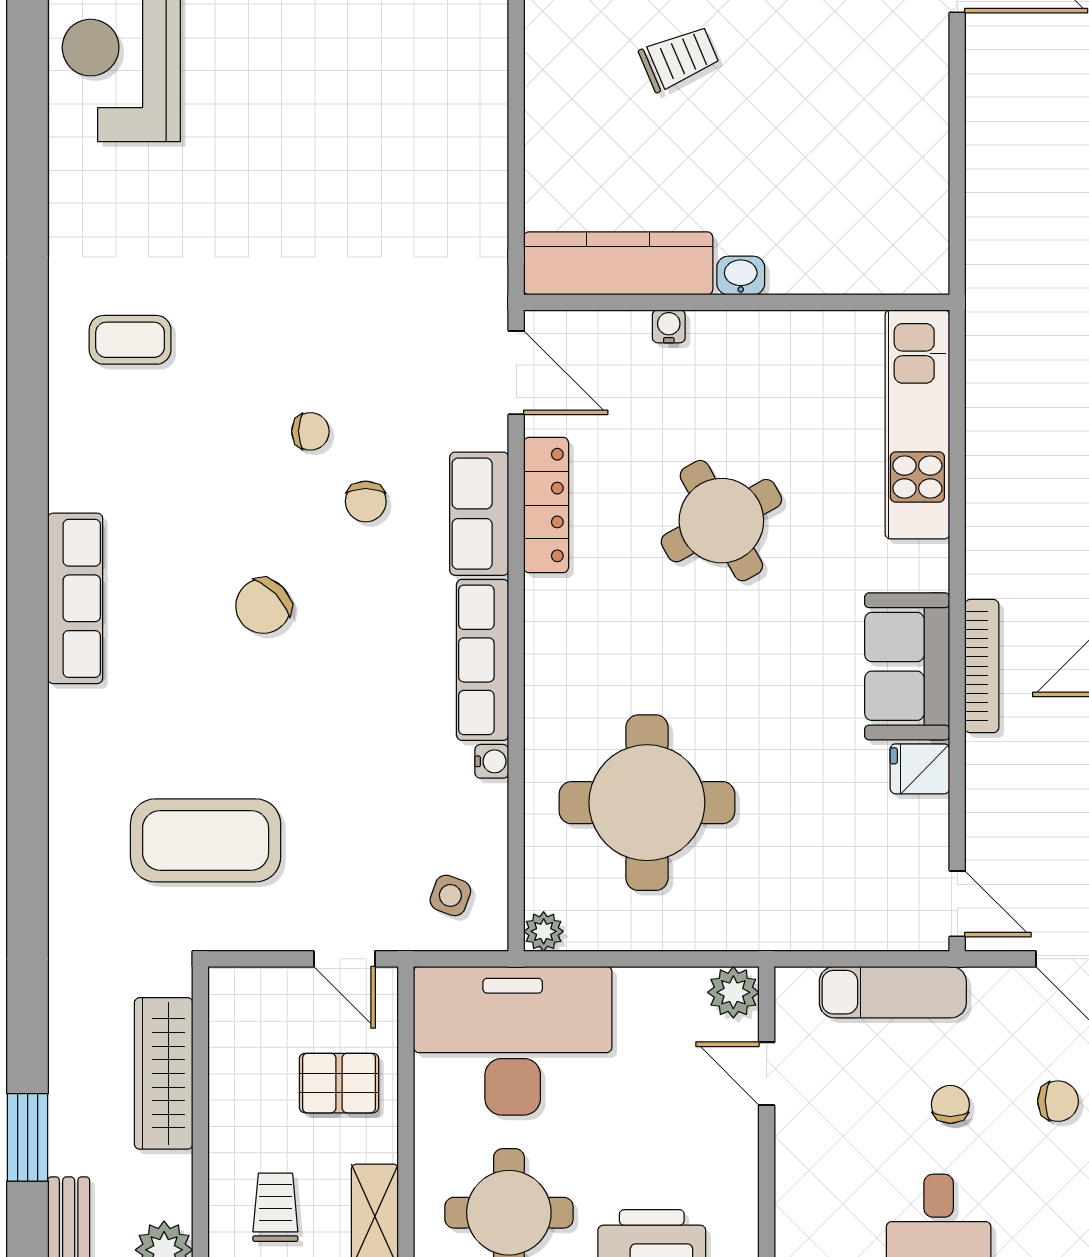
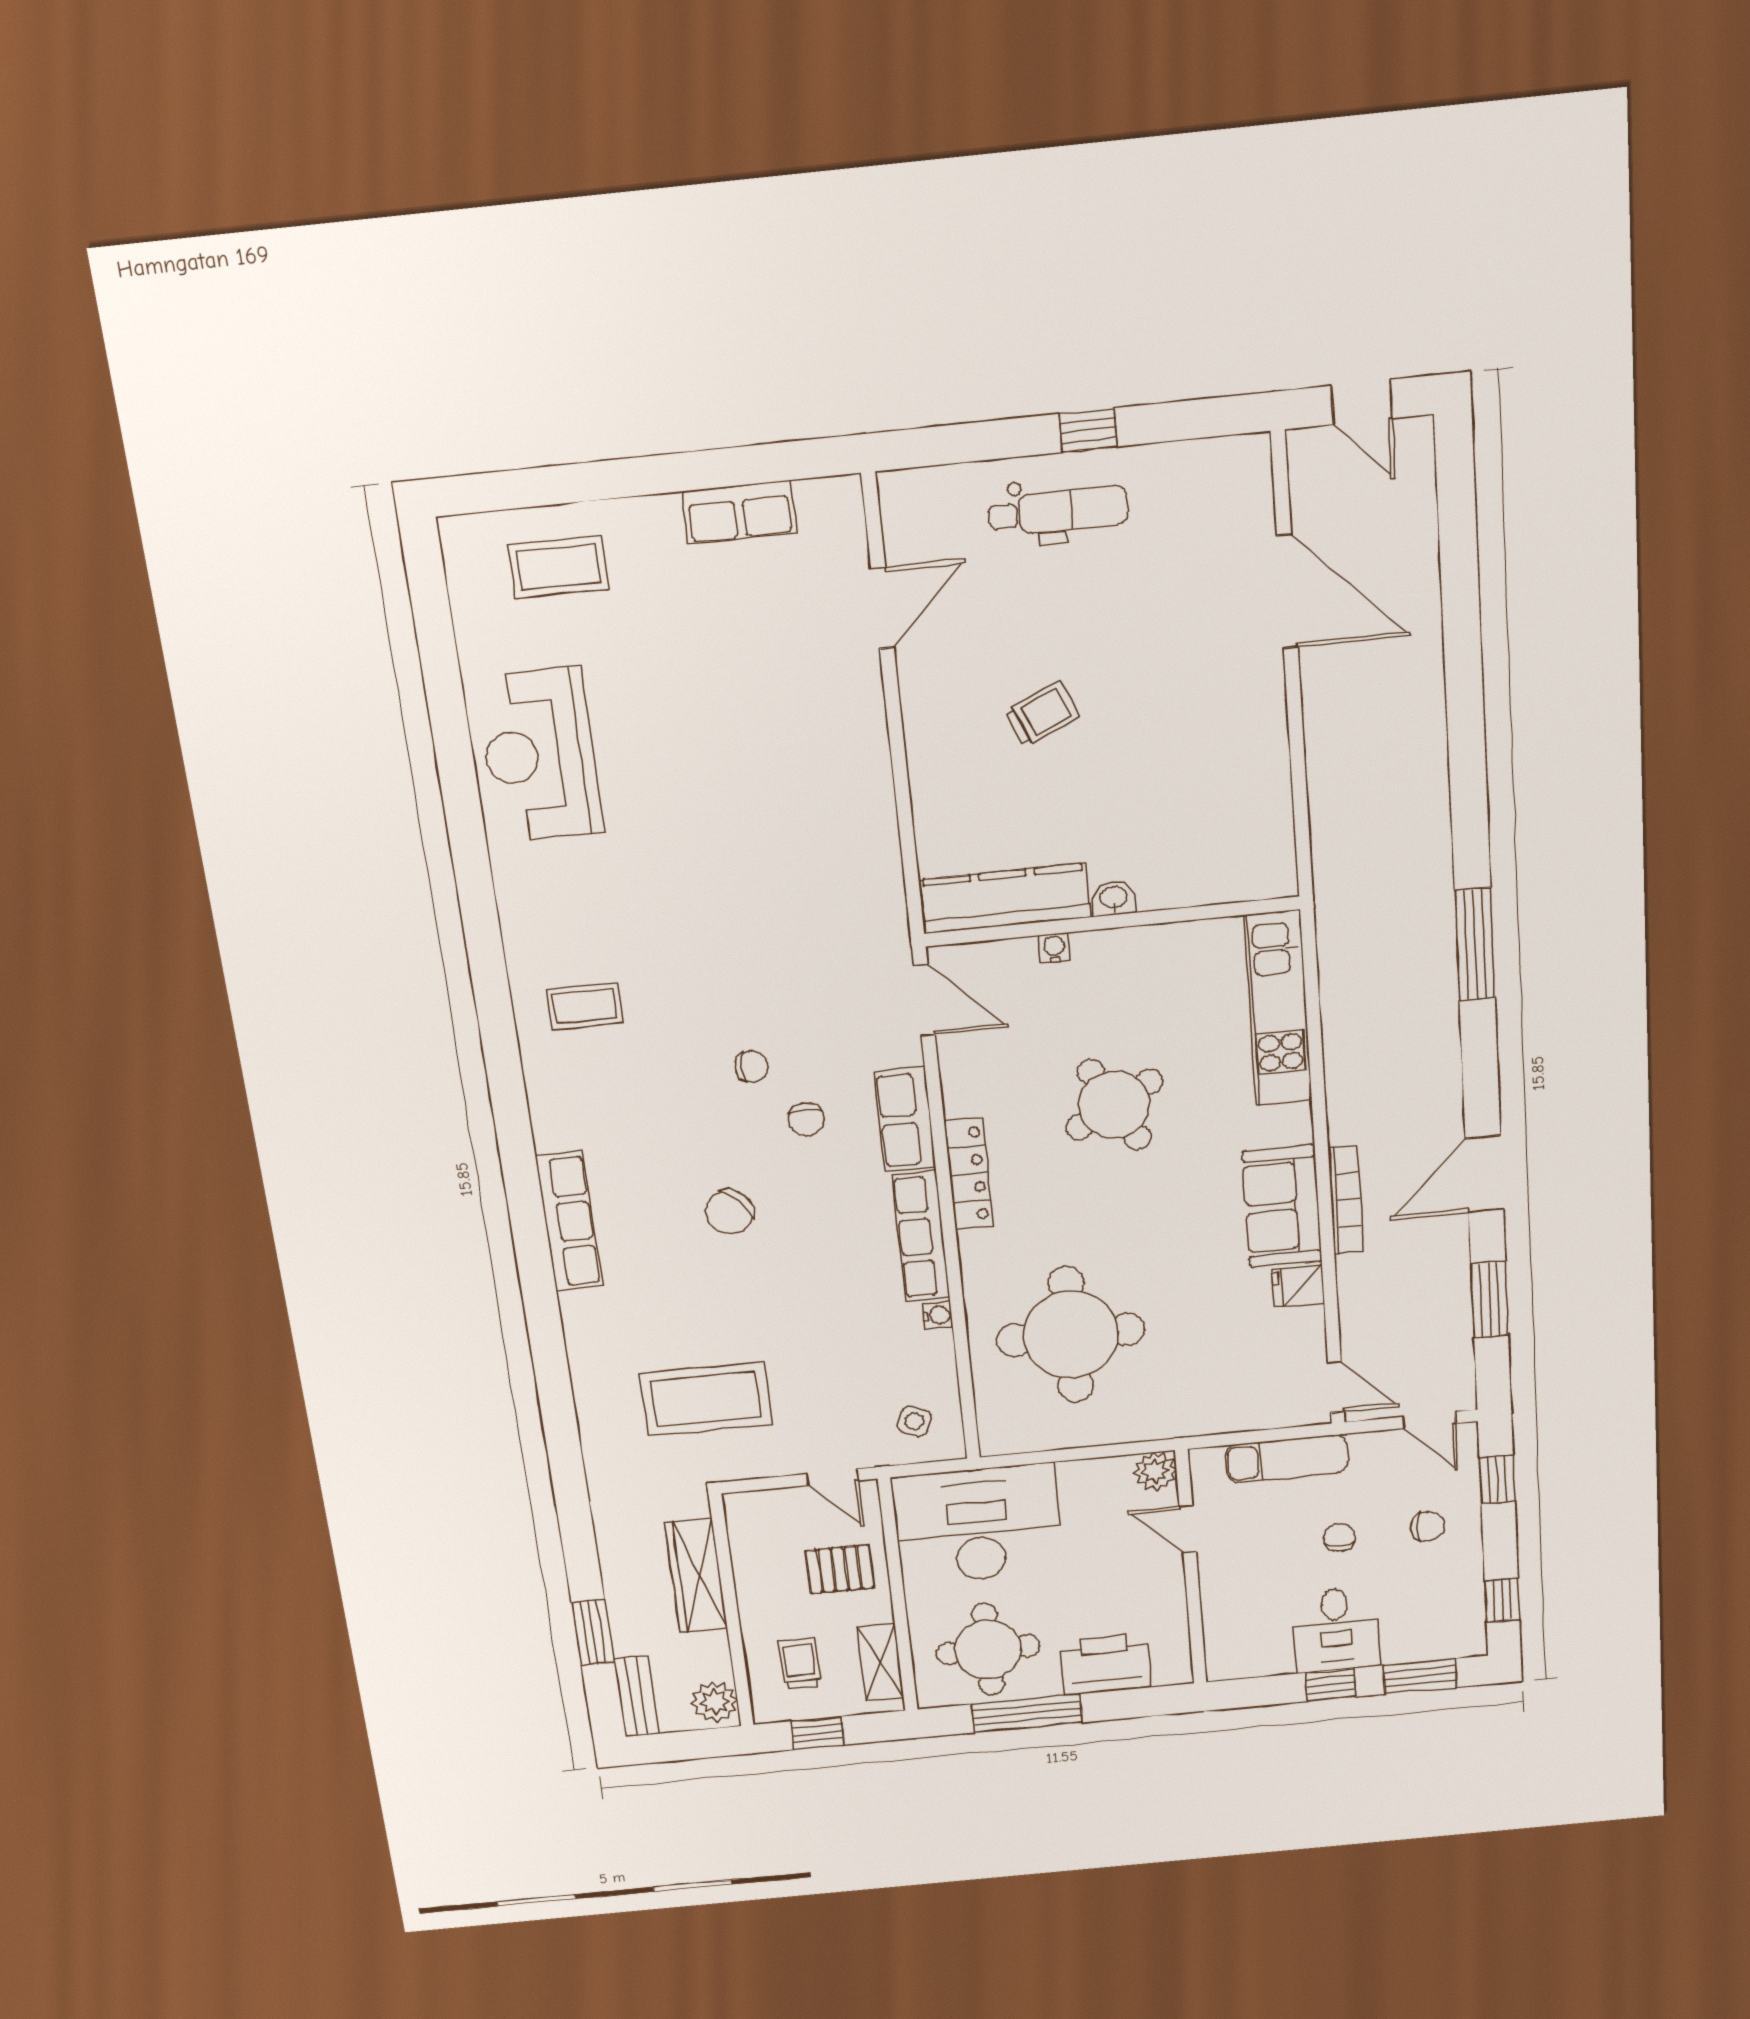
locker: (546, 505) -> (969, 1174), moved
plant: (544, 931) -> (994, 1441), removed

